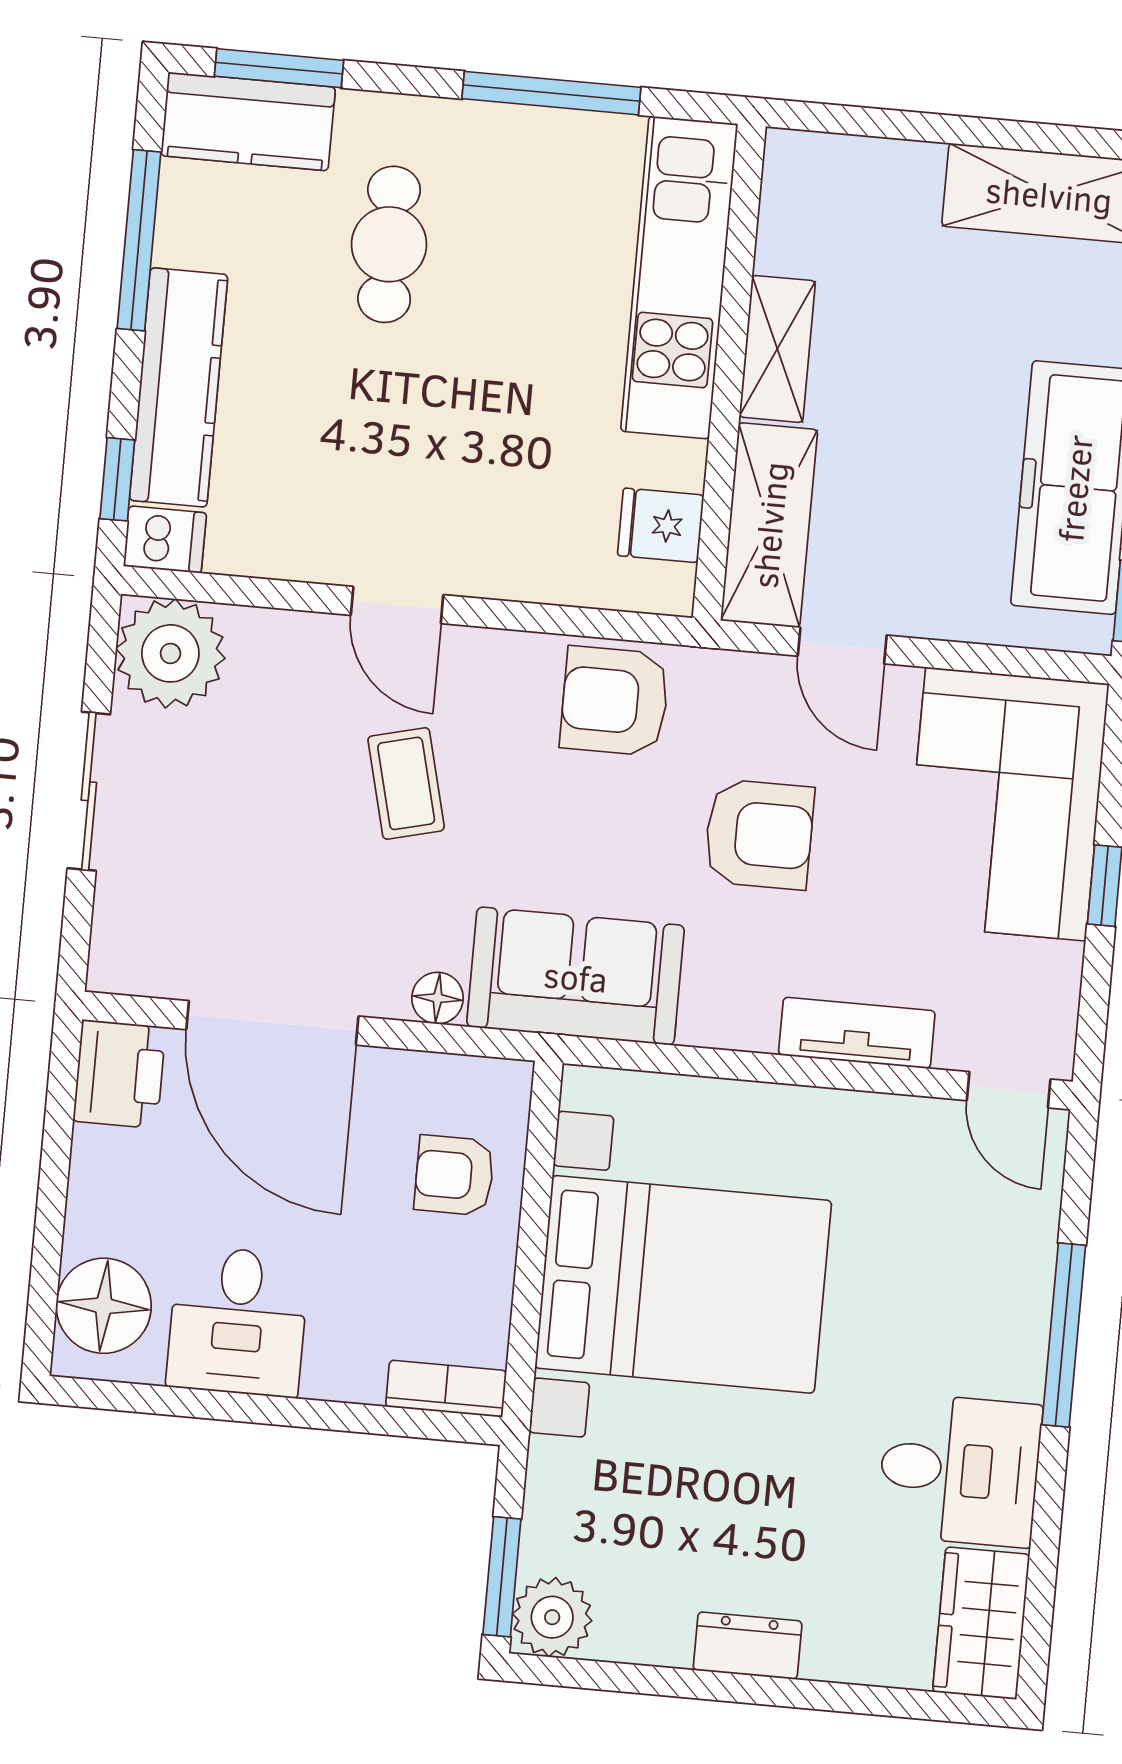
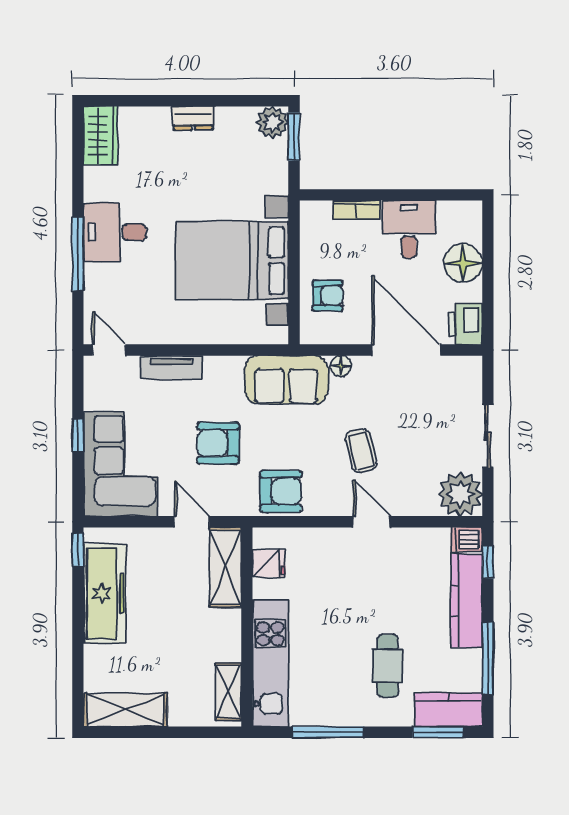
shelving: (777, 349) -> (228, 692), moved
floor lamp: (104, 1306) -> (463, 263), moved
bookcase: (446, 1389) -> (356, 210), moved
desk: (959, 1470) -> (115, 232), moved

